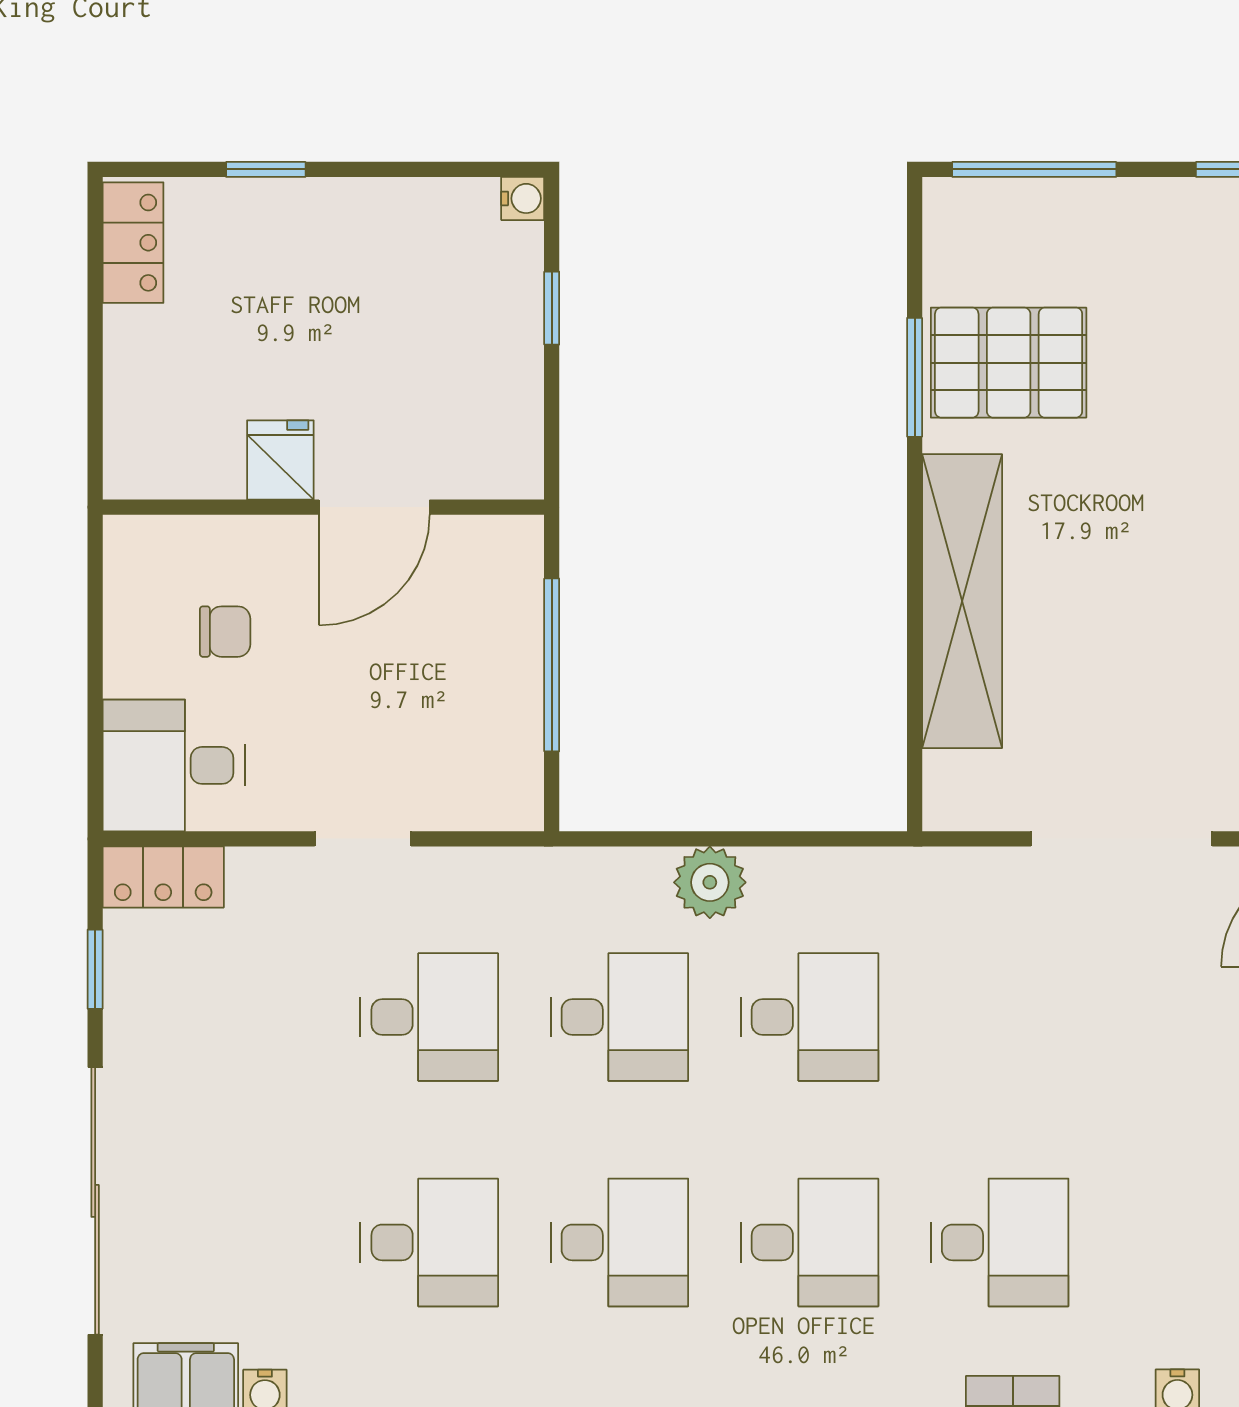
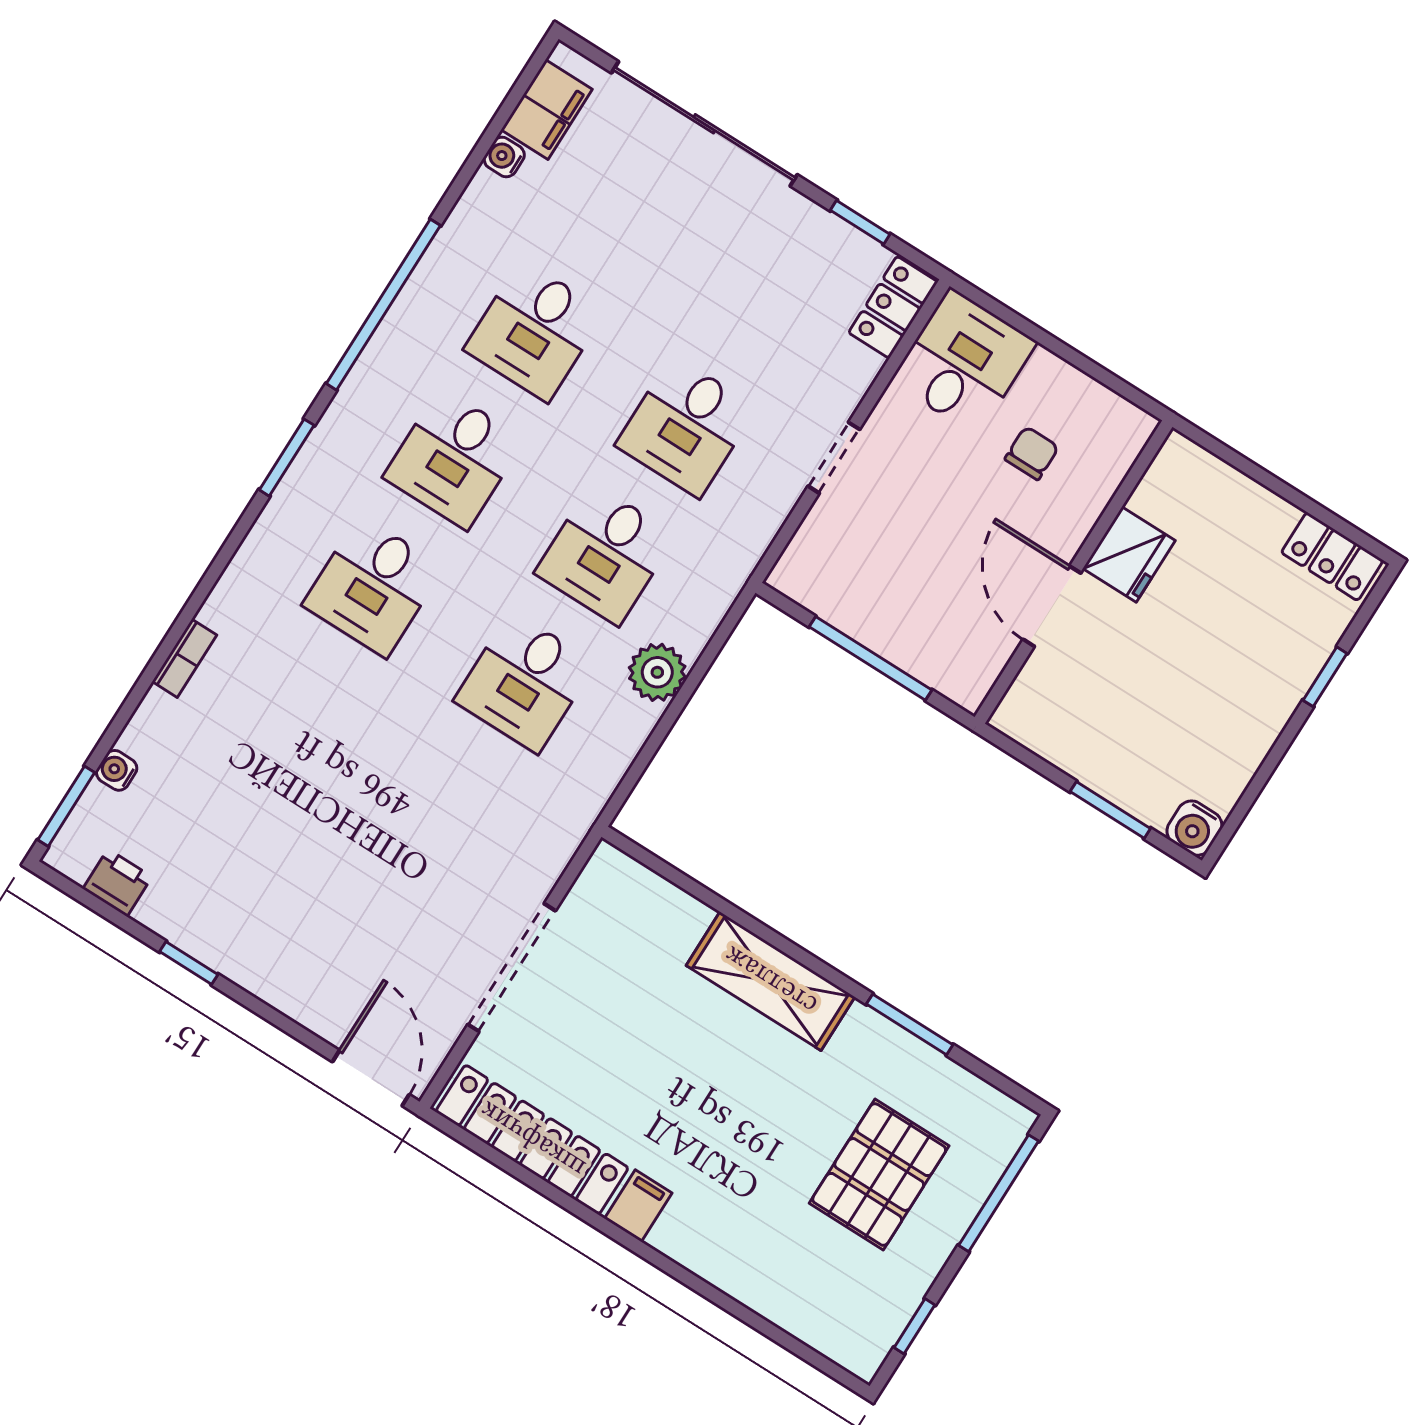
water cooler: (523, 198) -> (1194, 828), width x1.38, depth x1.38
window: (552, 308) -> (1110, 810), width x1.50
pallet: (1009, 363) -> (879, 1175), moved
fridge: (280, 460) -> (1129, 555), width x1.38
shelving: (962, 601) -> (770, 981), width x0.68
chair: (225, 632) -> (1032, 453), turned 180
desk: (1000, 1242) -> (292, 714), removed

